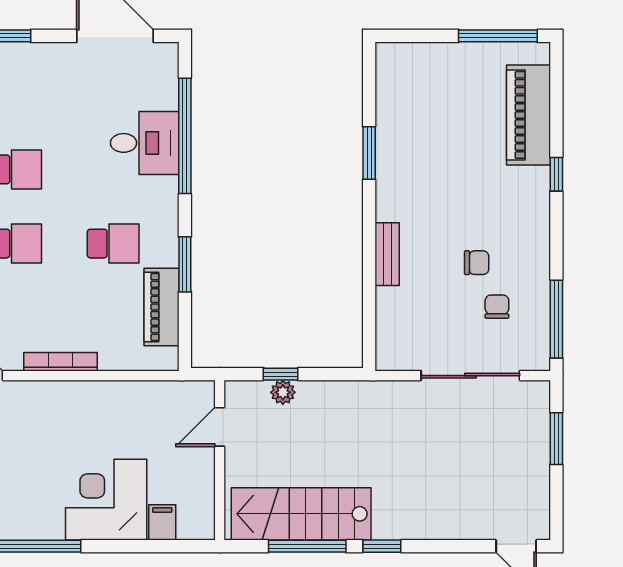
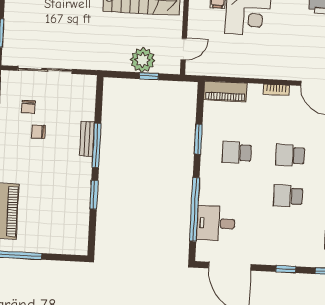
desk: (145, 143) -> (216, 223), moved
window: (369, 243) -> (97, 145), added
piano: (161, 307) -> (225, 91), moved, turned 90
bookcase: (61, 362) -> (276, 90), width x0.64
plant: (283, 392) -> (143, 60), width x1.88, depth x1.88

